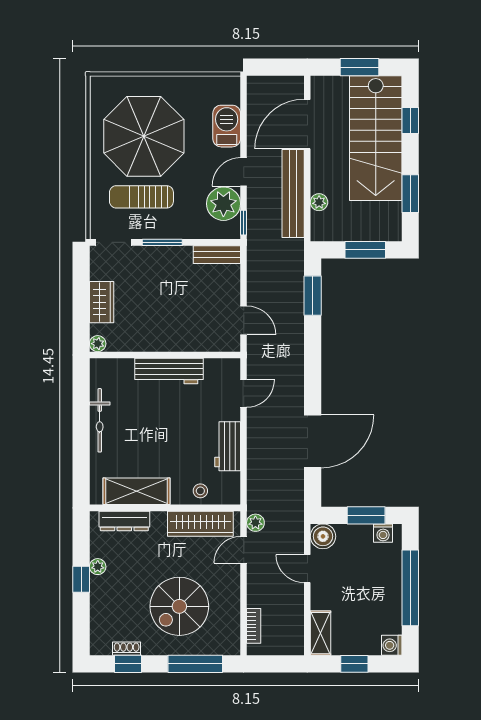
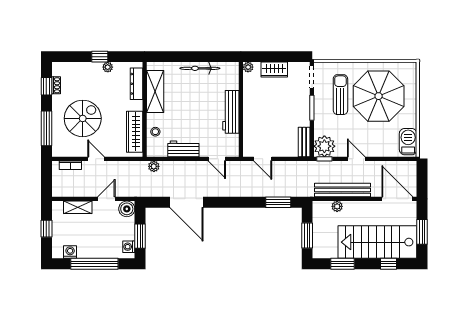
door: (307, 124) -> (397, 199), moved
barbecue: (227, 126) -> (408, 142), moved, turned -90
plant: (223, 204) -> (324, 146), moved
door: (244, 320) -> (263, 159), hinge flipped
plant: (255, 523) -> (154, 166), moved
door: (244, 550) -> (96, 159), moved
spiral stairs: (179, 606) -> (83, 118), turned 90
shelving: (320, 633) -> (78, 207), moved
washing machine: (392, 645) -> (70, 252), moved

